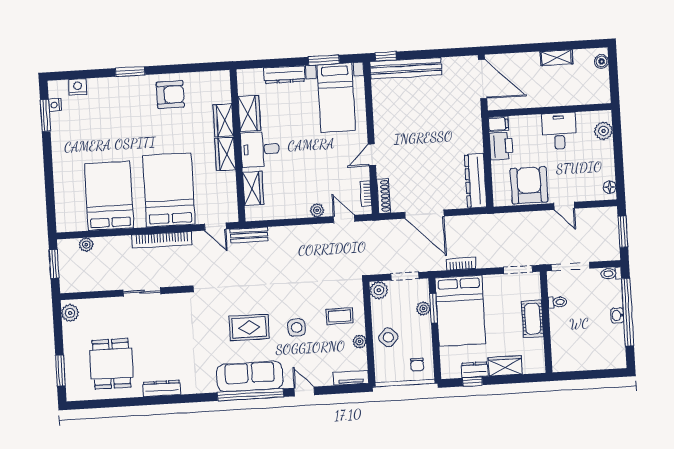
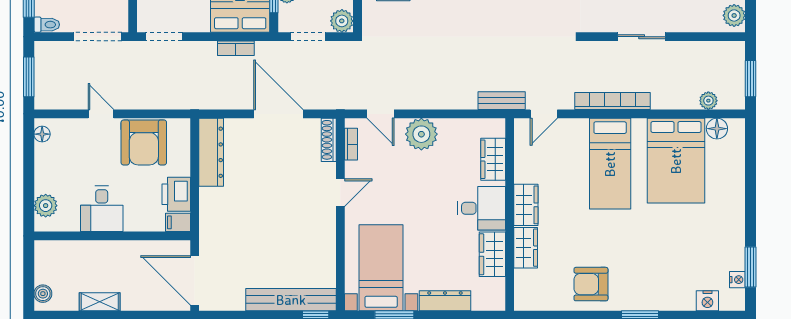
bed: (169, 190) -> (610, 164), width x0.67
plant: (317, 210) -> (421, 134), width x1.88, depth x1.88
floor lamp: (78, 223) -> (717, 129), added
door: (215, 227) -> (544, 114), swing flipped

